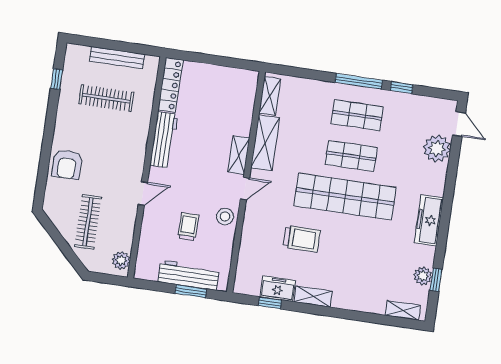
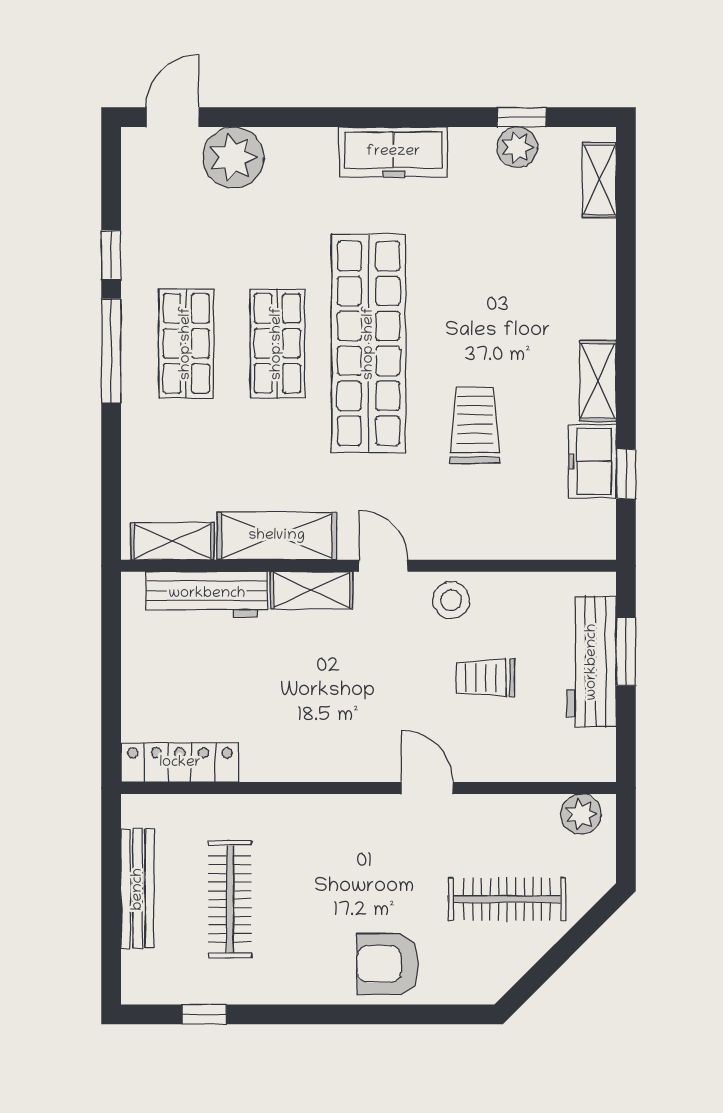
workbench: (164, 140) -> (207, 594), moved, turned 180
armchair: (67, 164) -> (388, 964), turned 180

